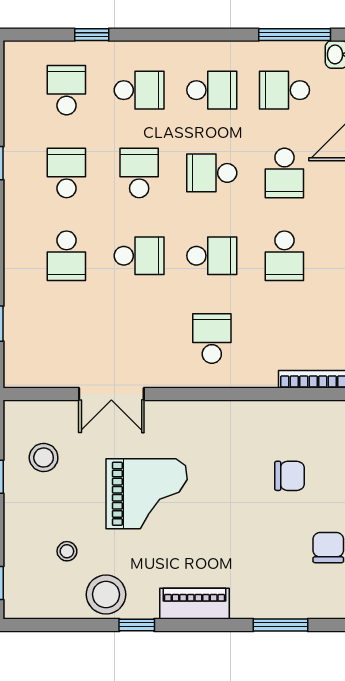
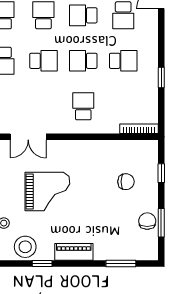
school desk: (212, 256) -> (83, 61), turned 180
school desk: (284, 256) -> (123, 61), turned -90

